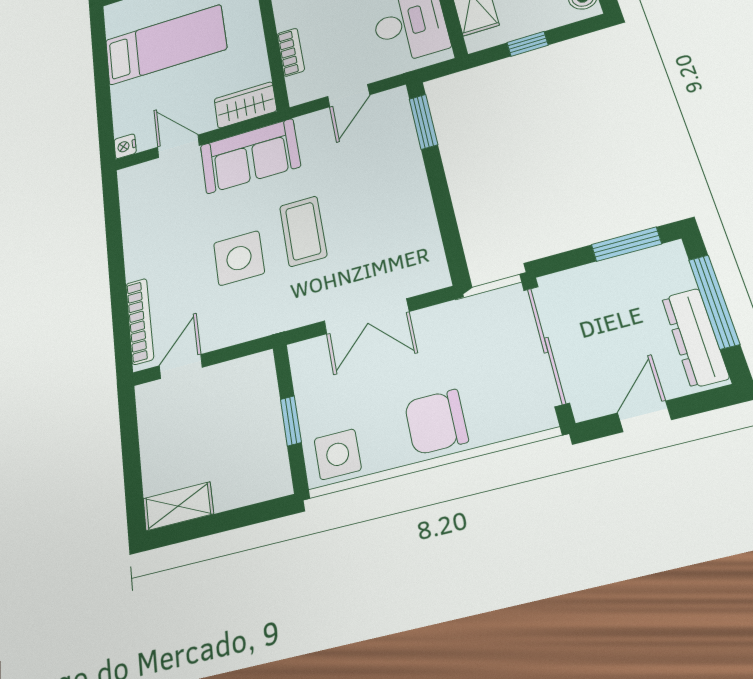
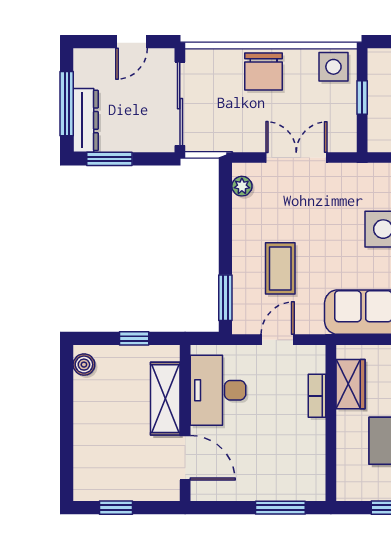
wardrobe: (245, 105) -> (350, 384), moved, turned -90
coffee table: (303, 231) -> (280, 268), moved
plant: (432, 260) -> (242, 186), added
dresser: (695, 338) -> (86, 120), moved
chair: (436, 422) -> (263, 72), turned 90

